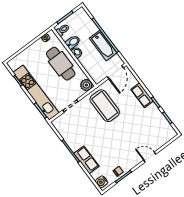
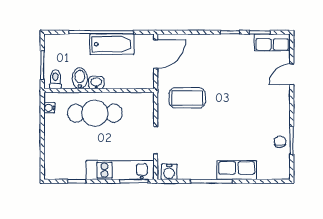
door: (115, 72) -> (156, 54), hinge flipped
plant: (86, 85) -> (145, 101), removed
kitchen unit: (36, 93) -> (120, 170), width x0.73
row of seats: (142, 95) -> (272, 42), moved
coffee table: (105, 106) -> (187, 98), width x0.73, depth x0.76
door: (150, 157) -> (292, 74), moved
water cooler: (101, 182) -> (169, 172), moved

